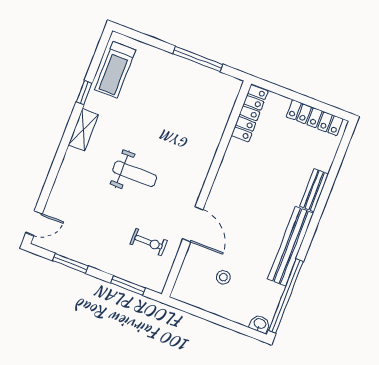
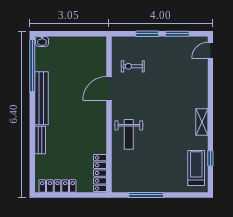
window: (84, 93) -> (210, 158), moved
weight bench: (135, 174) -> (129, 134), moved, turned -90
door: (193, 224) -> (109, 88), hinge flipped
stool: (223, 277) -> (77, 62), removed
window: (128, 285) -> (147, 34), moved

